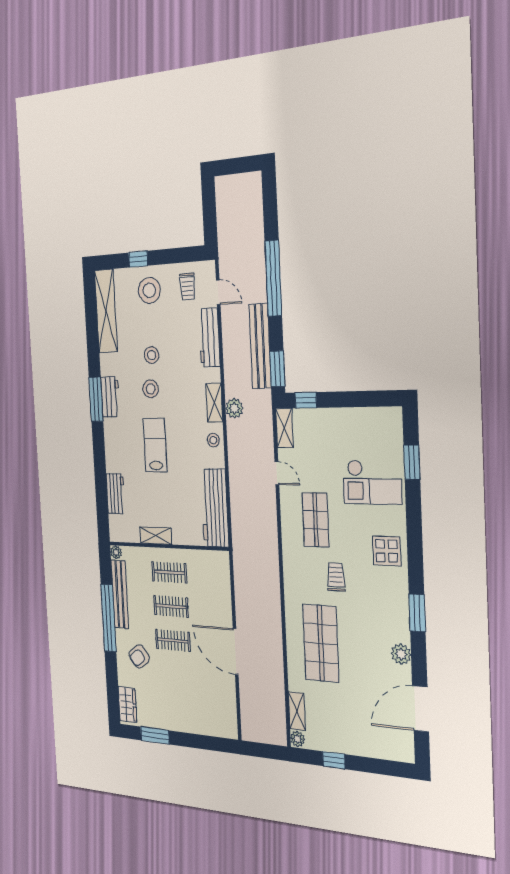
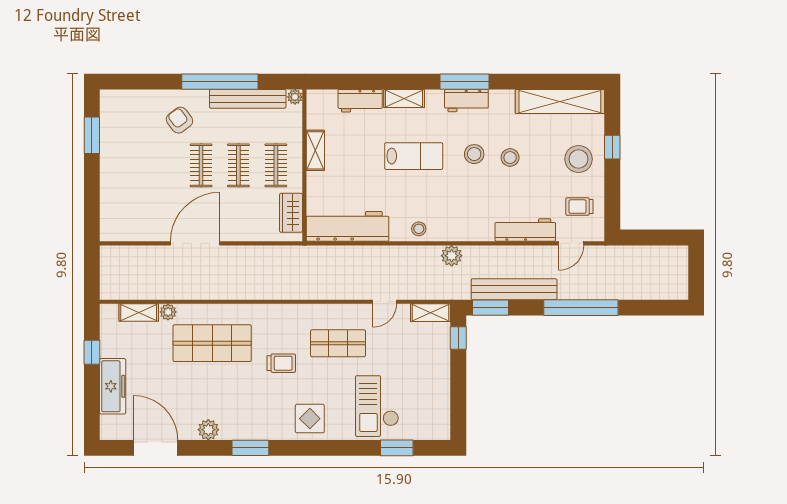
shelving: (214, 403) -> (404, 98), moved
wardrobe: (127, 705) -> (291, 213), moved, turned 90
plant: (297, 739) -> (168, 312), moved
freezer: (364, 744) -> (113, 386), added

